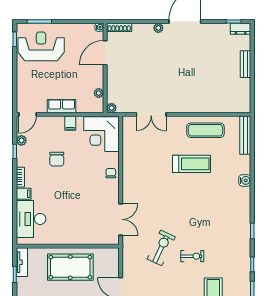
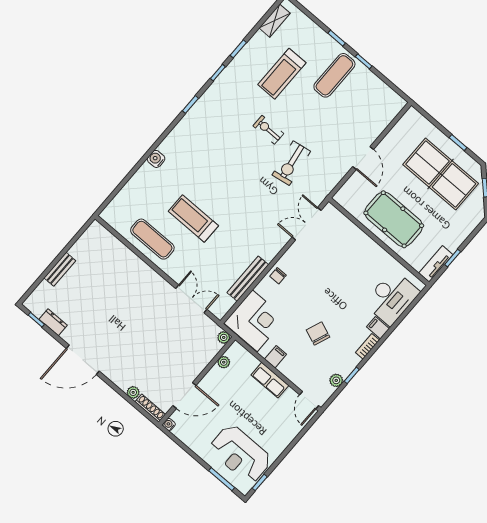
plant: (158, 28) -> (133, 392), moved
dresser: (241, 29) -> (53, 322), moved
door: (28, 114) -> (309, 400), swing flipped
bench: (245, 135) -> (248, 279), moved
chair: (57, 159) -> (318, 334), turned -69
exercise bike: (161, 248) -> (291, 163), turned -34

